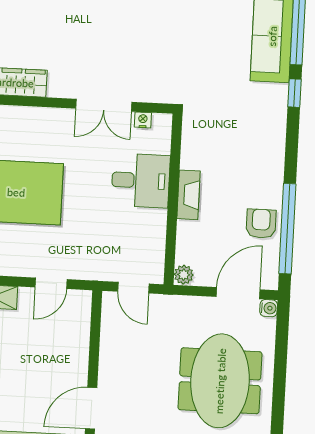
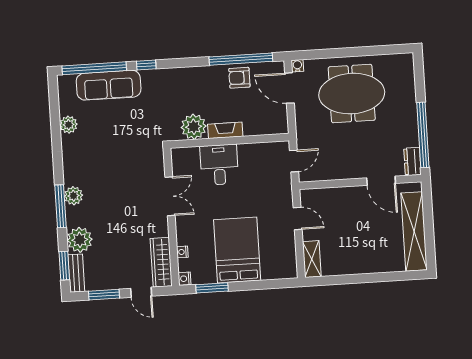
nightstand: (143, 120) -> (182, 252), moved
plant: (184, 275) -> (194, 127), moved, width x1.87, depth x1.87

